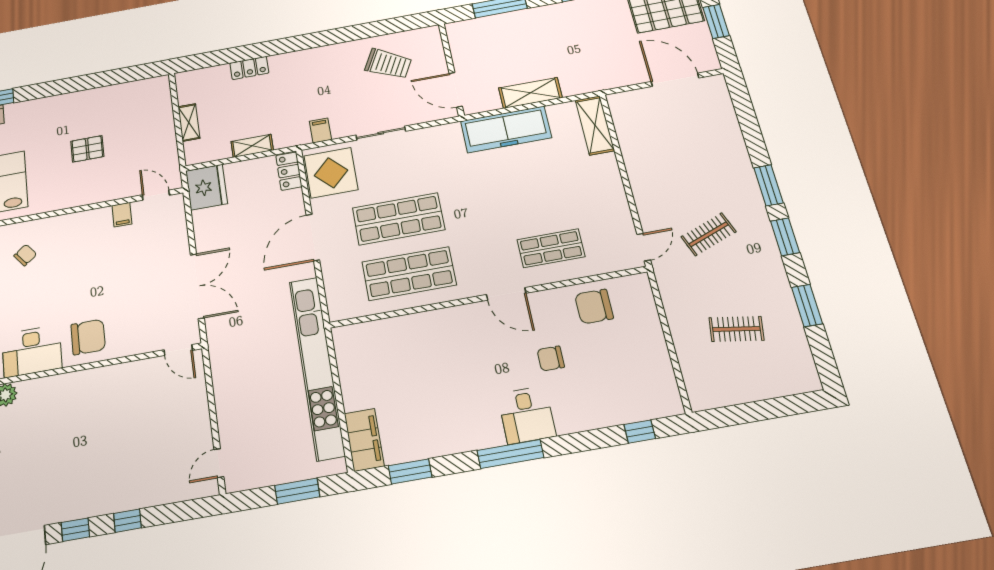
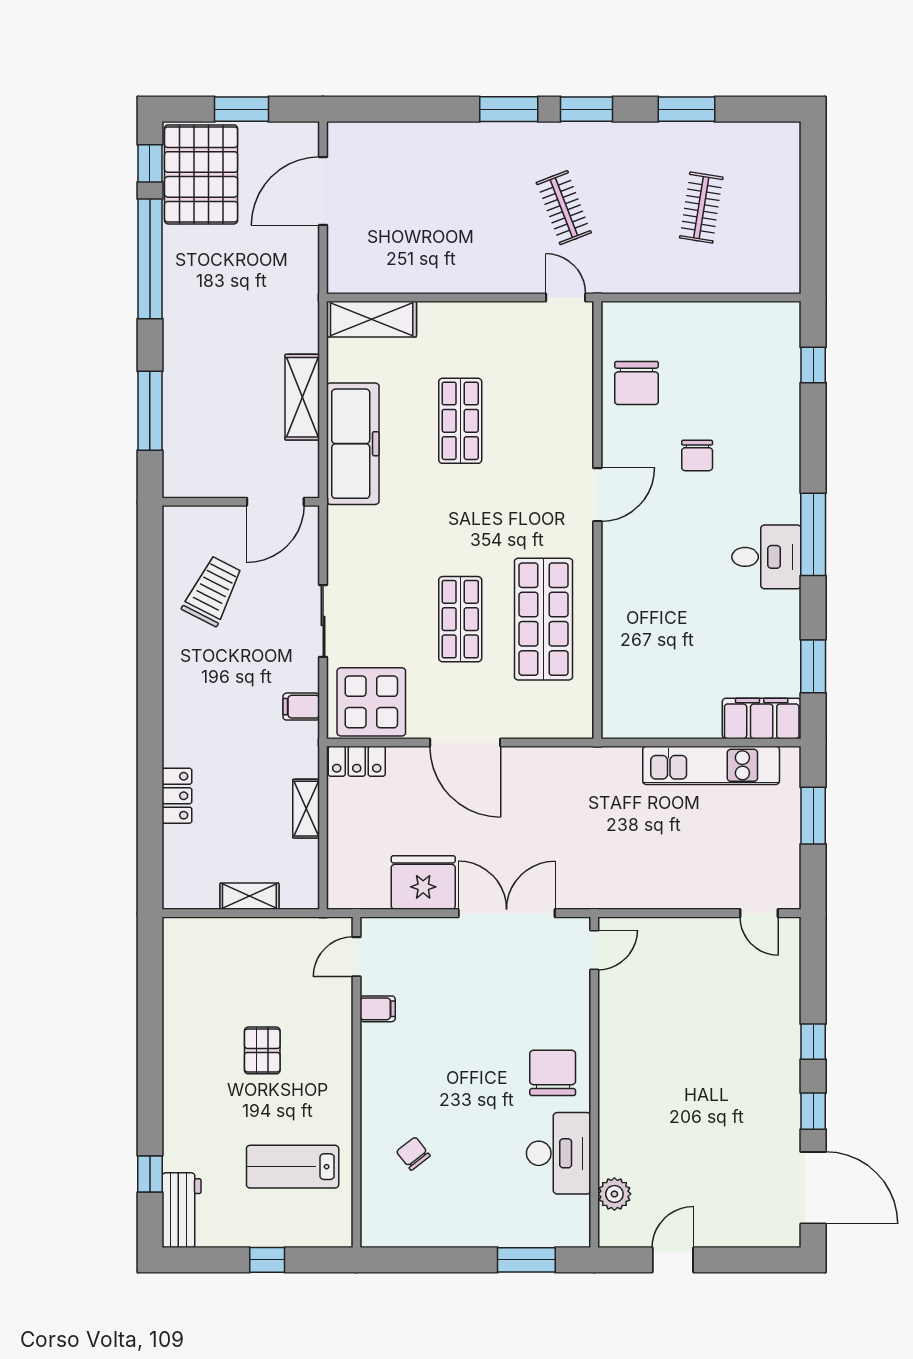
fridge: (207, 187) -> (423, 882), moved
shop shelf: (399, 219) -> (460, 619), width x0.70, depth x0.74
shop shelf: (551, 248) -> (460, 421), moved
kitchen unit: (317, 367) -> (711, 765), width x0.54
desk: (527, 415) -> (766, 557), moved

